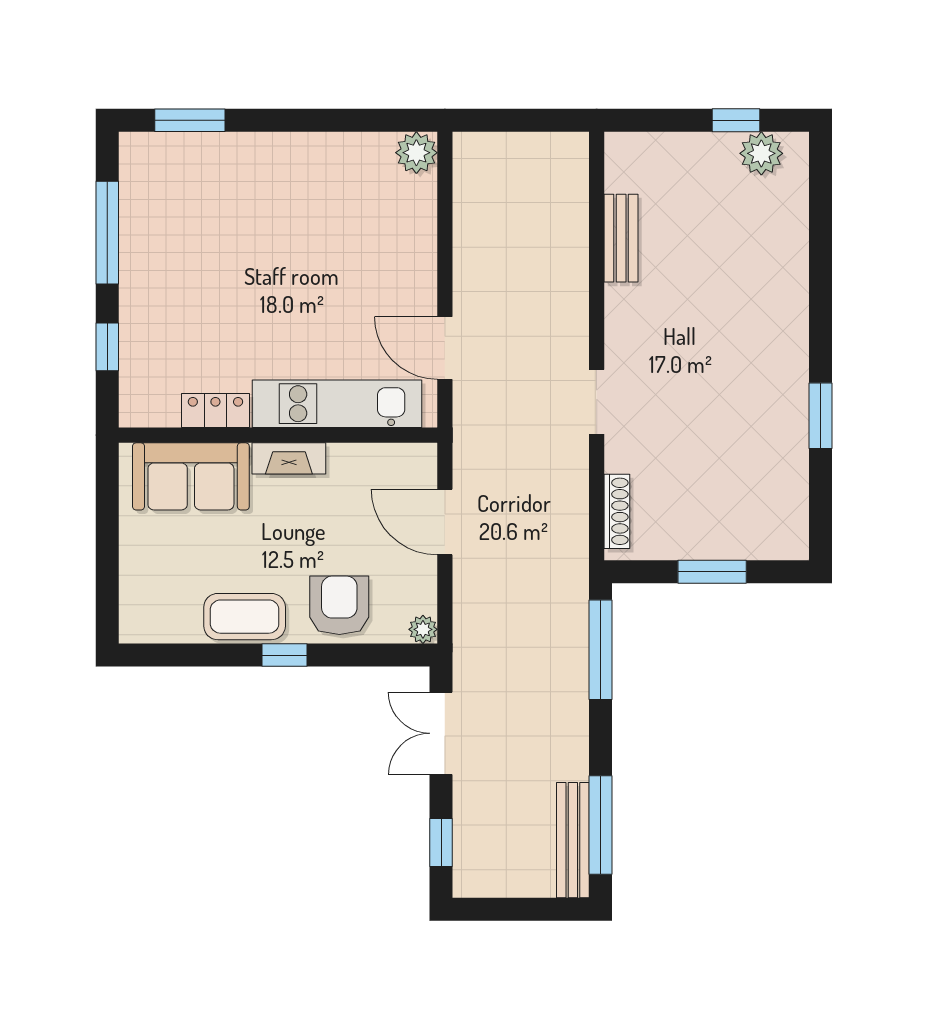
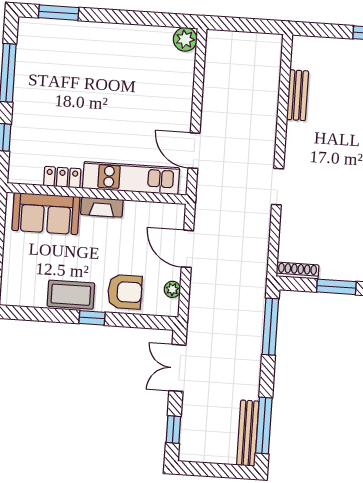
shoe rack: (617, 511) -> (297, 271), moved, turned -90
armchair: (339, 605) -> (125, 292), turned 90
plant: (423, 629) -> (172, 289), moved

